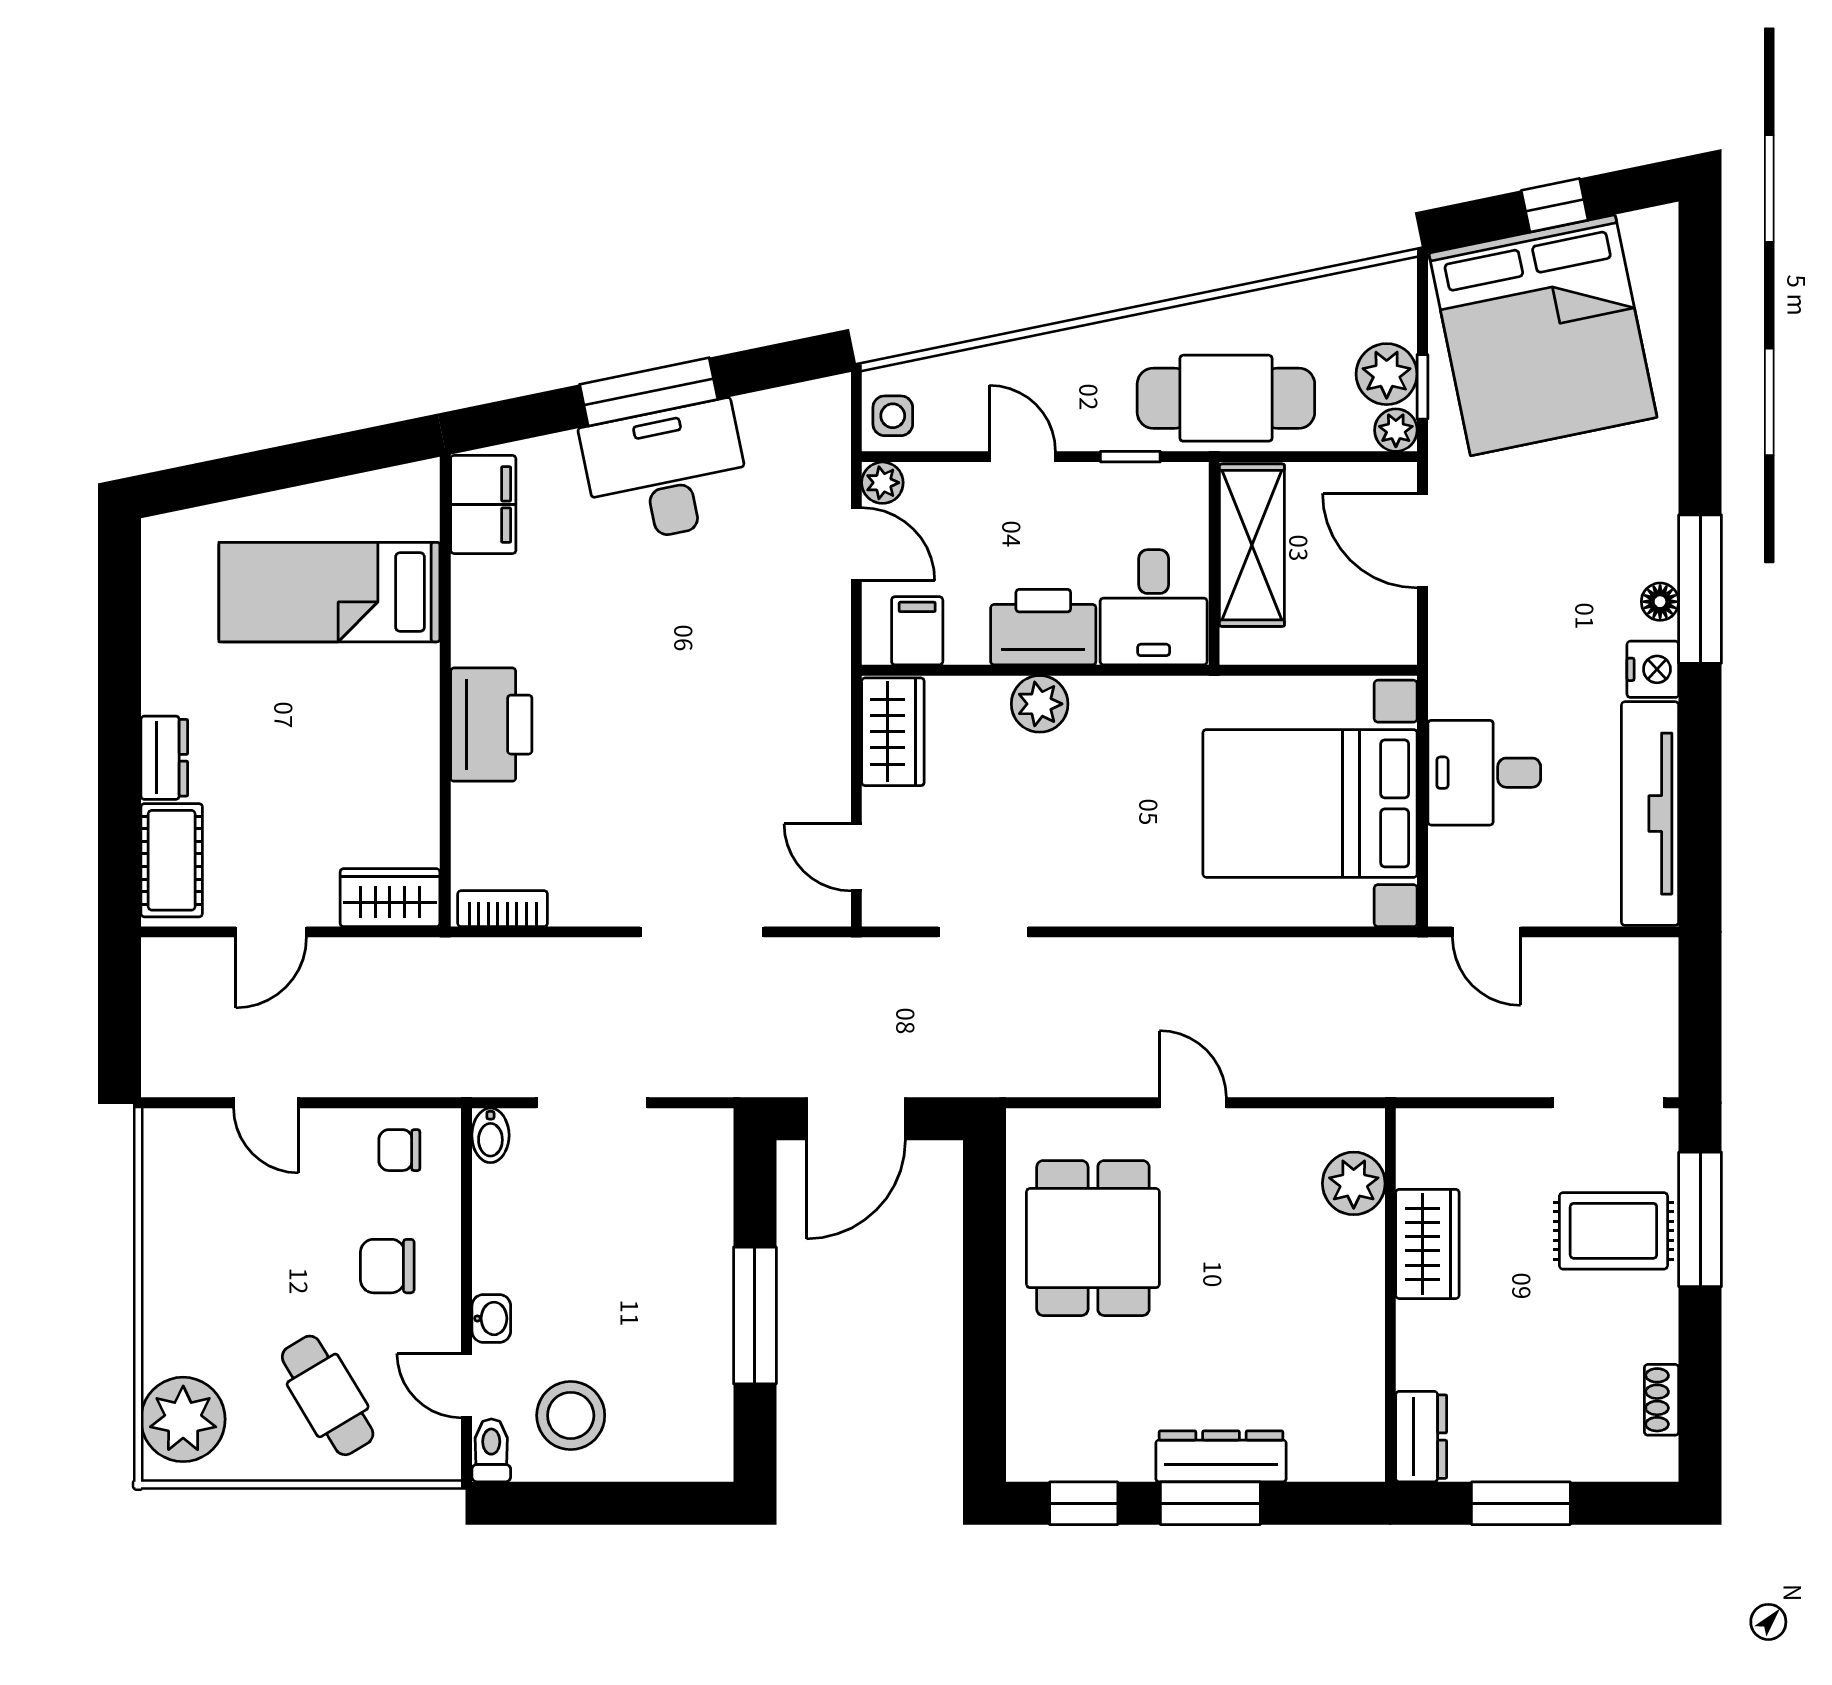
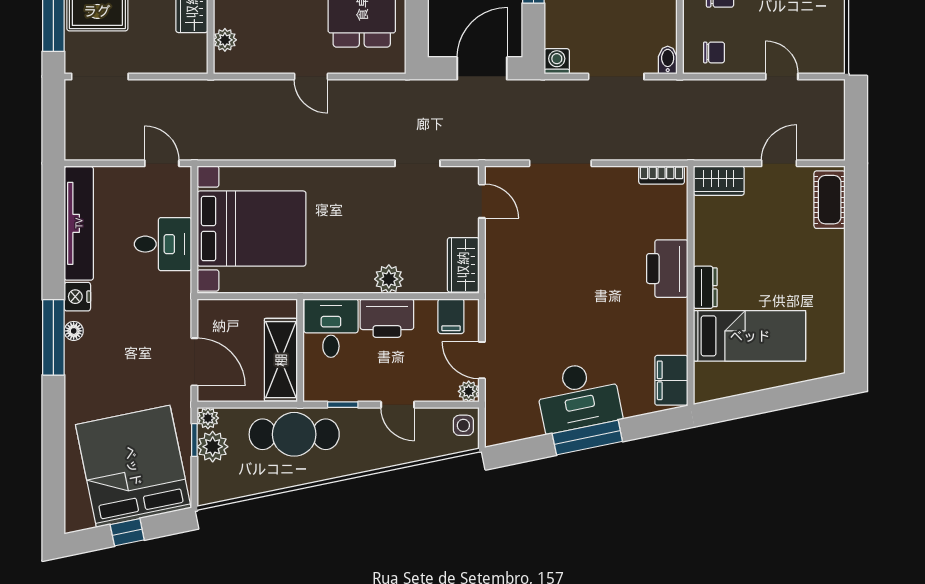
dresser: (164, 758) -> (705, 287), moved, turned 180
washing machine: (709, 1133) -> (557, 61), added
plant: (1354, 1183) -> (225, 40), width x0.73, depth x0.73

